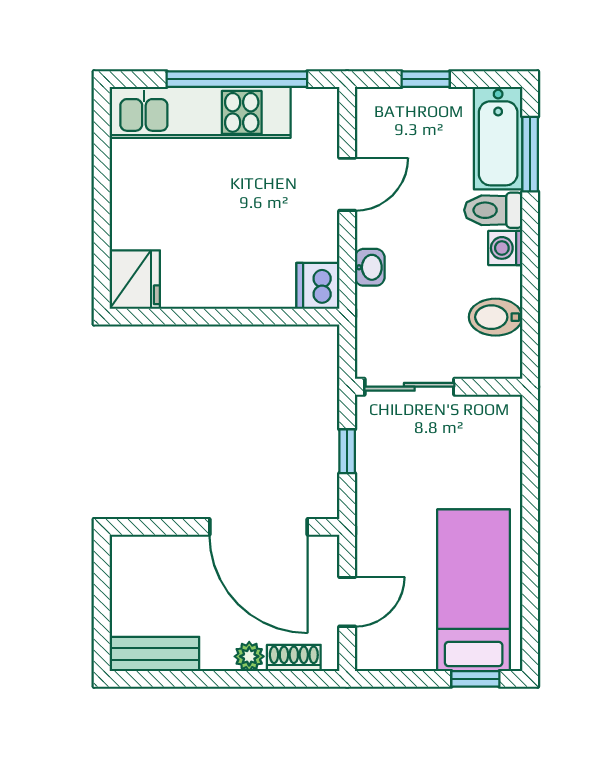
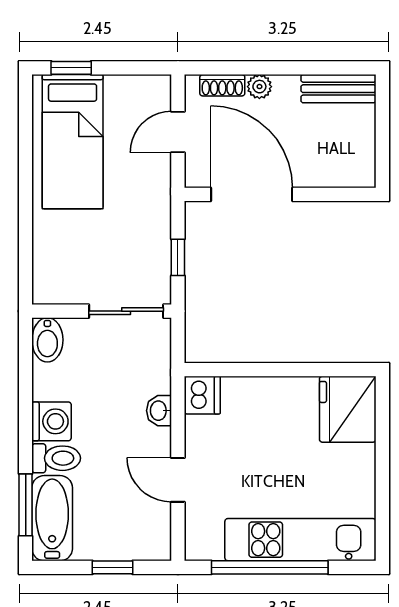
door: (347, 184) -> (178, 480), hinge flipped
washing machine: (505, 248) -> (52, 421), width x1.38, depth x1.38
fridge: (135, 280) -> (348, 409), width x1.36, depth x1.34
bidet: (496, 317) -> (47, 340), moved, turned 90

